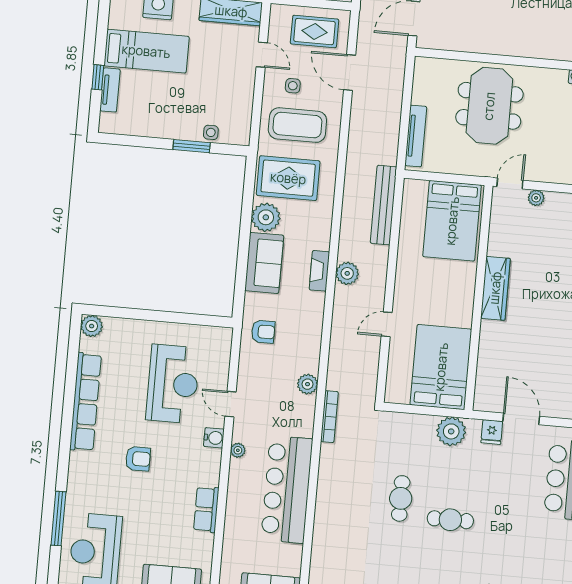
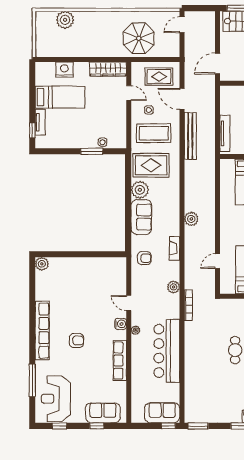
window: (98, 77) -> (32, 130), moved
bench: (384, 205) -> (190, 136), moved
fireplace: (319, 271) -> (175, 248), moved
door: (387, 324) -> (218, 261), moved
reception desk: (173, 384) -> (93, 294), removed
row of seats: (85, 402) -> (42, 331), moved
row of seats: (206, 509) -> (120, 361), width x1.48

